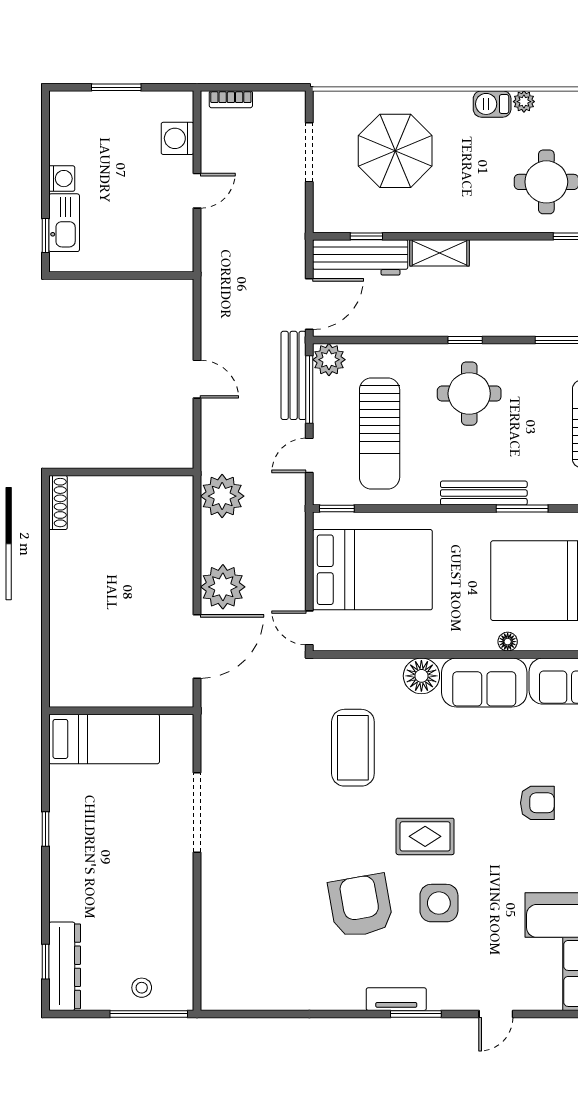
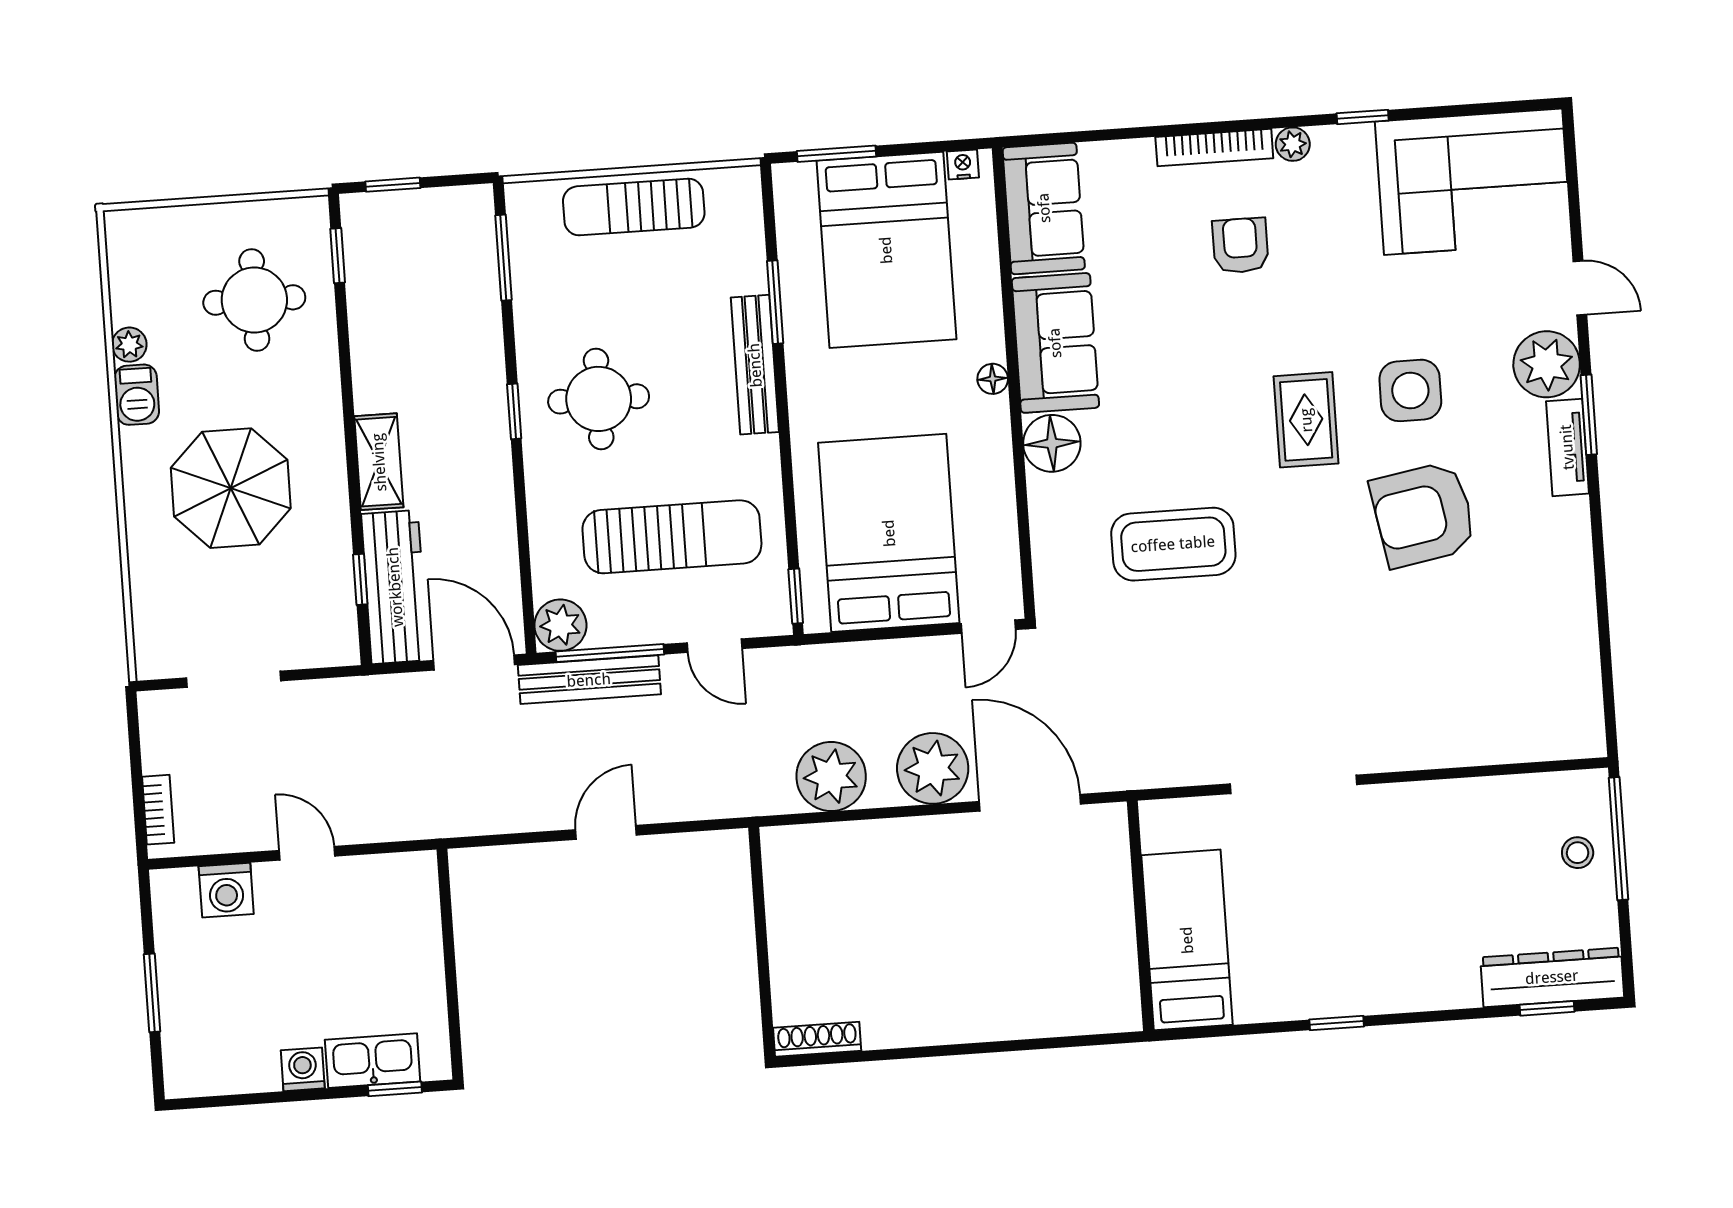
parasol: (395, 151) -> (231, 488), moved
plant: (222, 496) -> (831, 776), moved
floor lamp: (508, 642) -> (993, 379), moved
plant: (449, 990) -> (1547, 364), added

